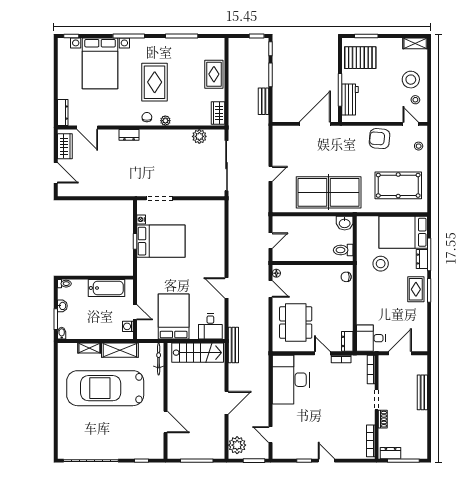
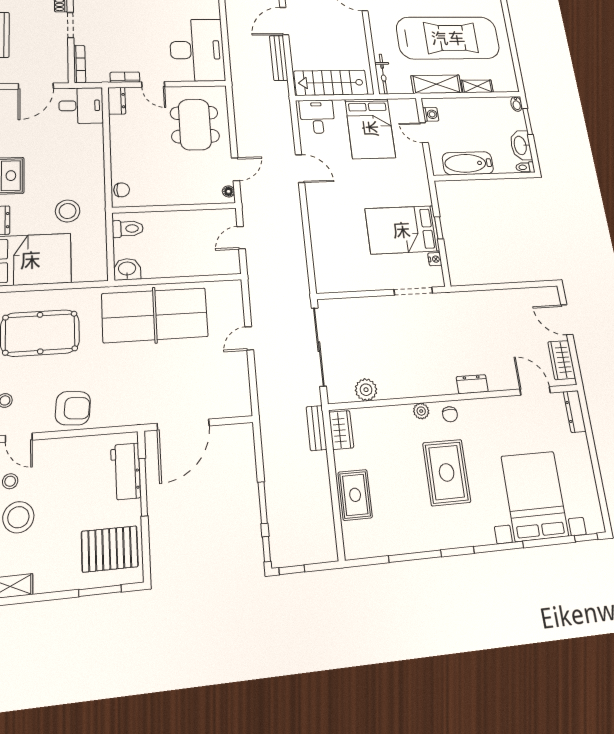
bench: (264, 101) -> (316, 428), moved
door: (270, 289) -> (236, 169), swing flipped
washbasin: (62, 306) -> (521, 145), width x1.91, depth x1.45
bench: (233, 345) -> (279, 58), moved

